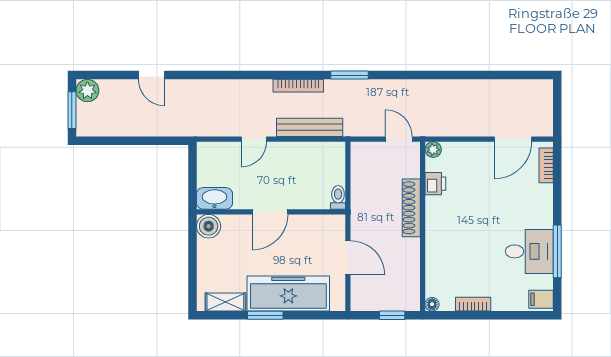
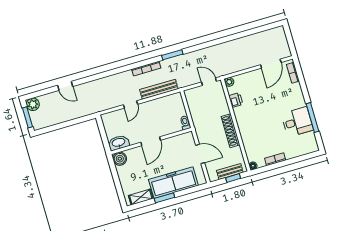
shoe rack: (411, 208) -> (231, 131), moved
filing cabinet: (541, 299) -> (311, 146), removed
bench: (390, 303) -> (230, 172), added

